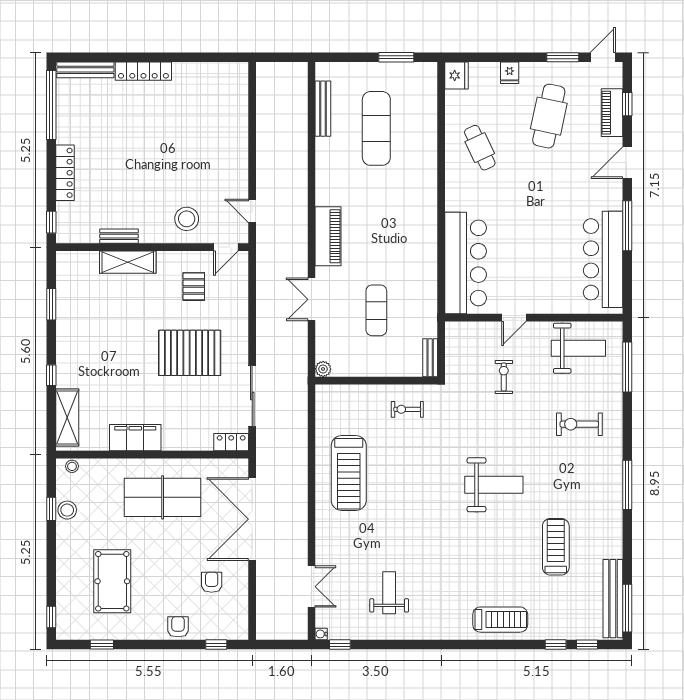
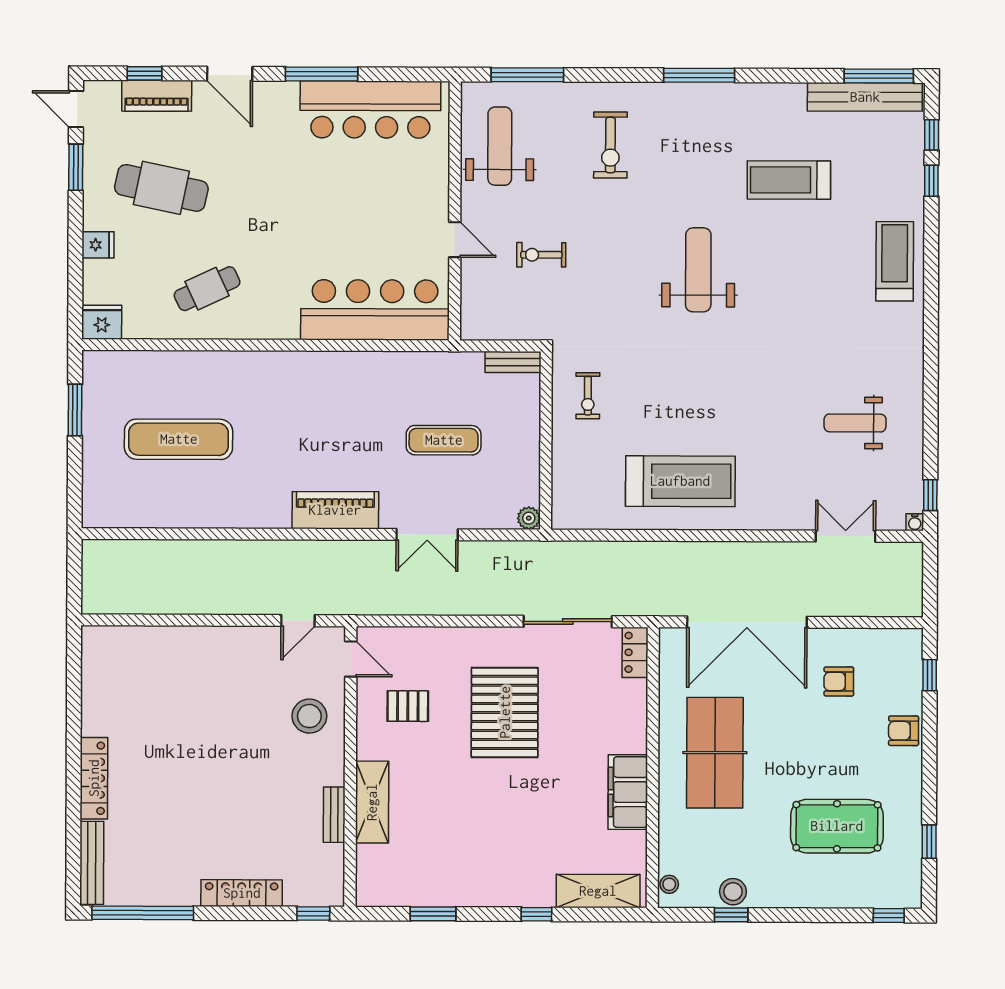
bench: (323, 109) -> (149, 517), removed

